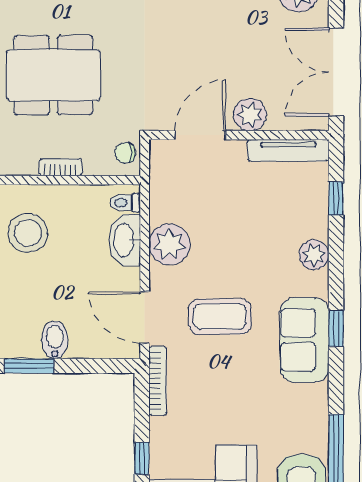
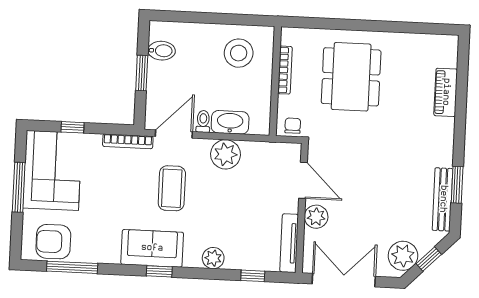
bookcase: (61, 167) -> (285, 70), width x1.56
toilet: (125, 203) -> (203, 121), moved
bidet: (55, 340) -> (162, 51), moved
window: (29, 366) -> (142, 73), moved

